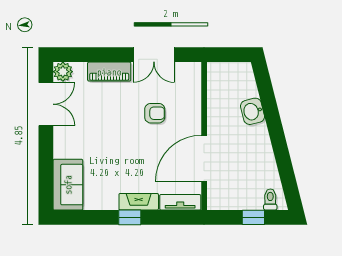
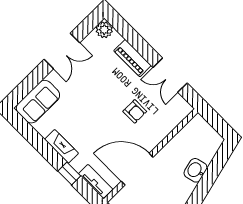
double door: (46, 104) -> (62, 51), moved
fireplace: (139, 202) -> (61, 146), moved
window: (130, 217) -> (69, 173), moved

